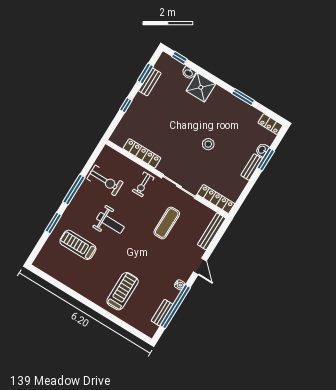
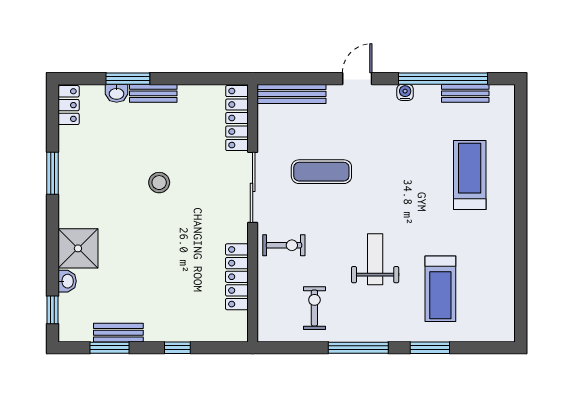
exercise bike: (105, 181) -> (314, 308), width x0.73, depth x0.72
treadmill: (123, 291) -> (470, 175), turned 90

